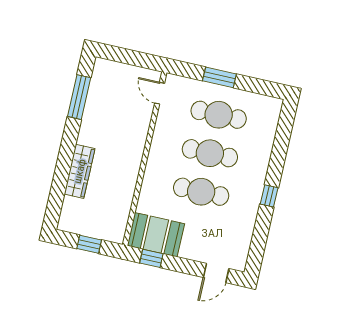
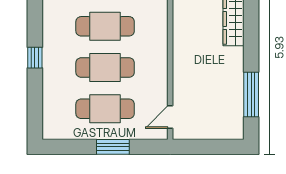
door: (160, 93) -> (170, 117), swing flipped
window: (269, 196) -> (35, 58), moved

